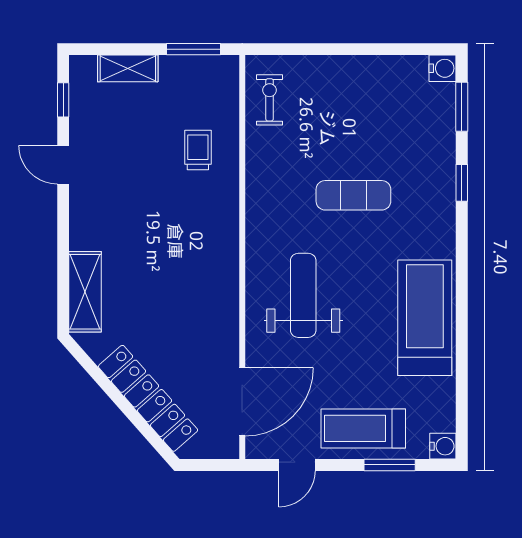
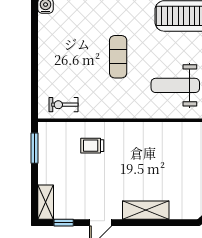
shelving: (128, 68) -> (46, 202), moved
shelving: (85, 292) -> (146, 210), moved

